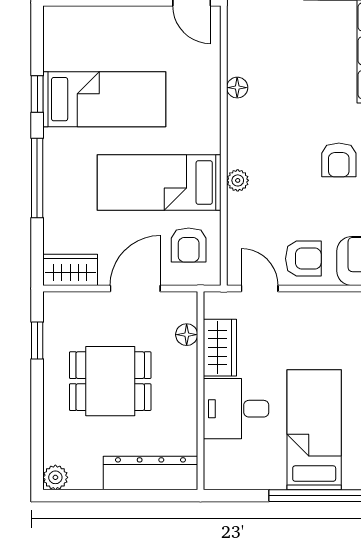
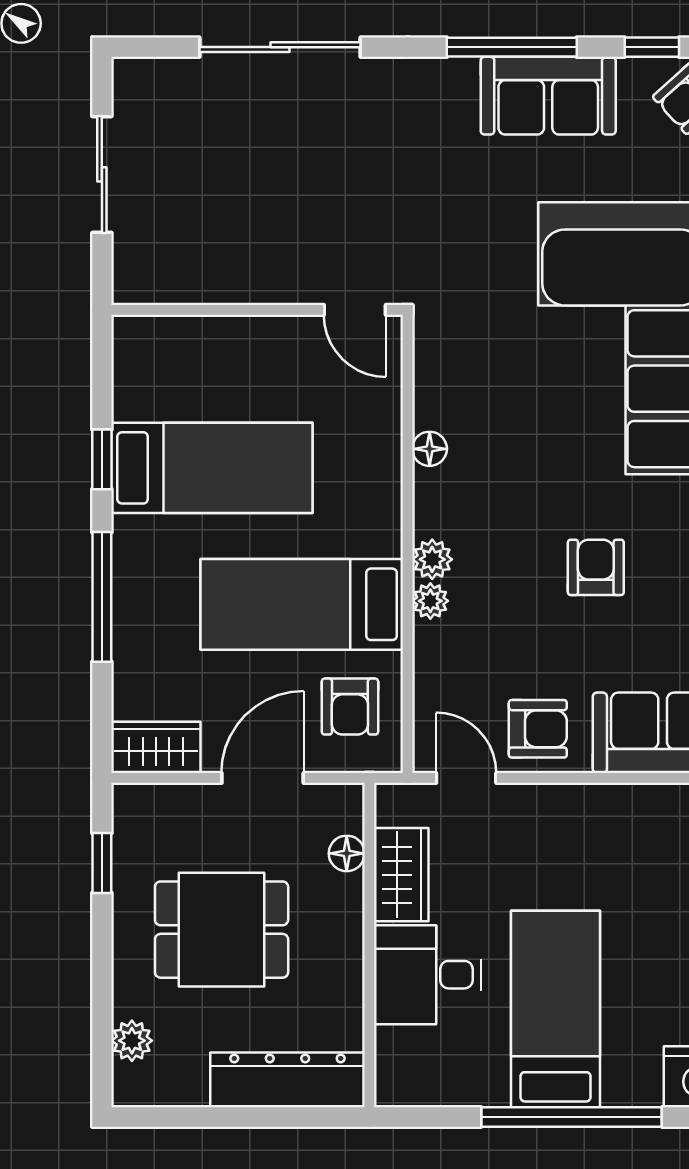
plant: (239, 155) -> (432, 559), added
armchair: (339, 160) -> (596, 567), turned 180
plant: (55, 477) -> (132, 1041), moved

